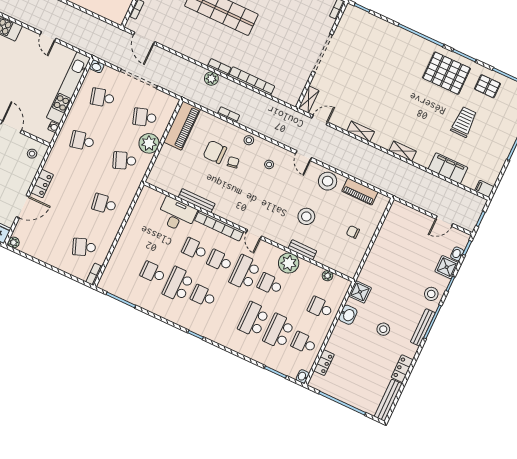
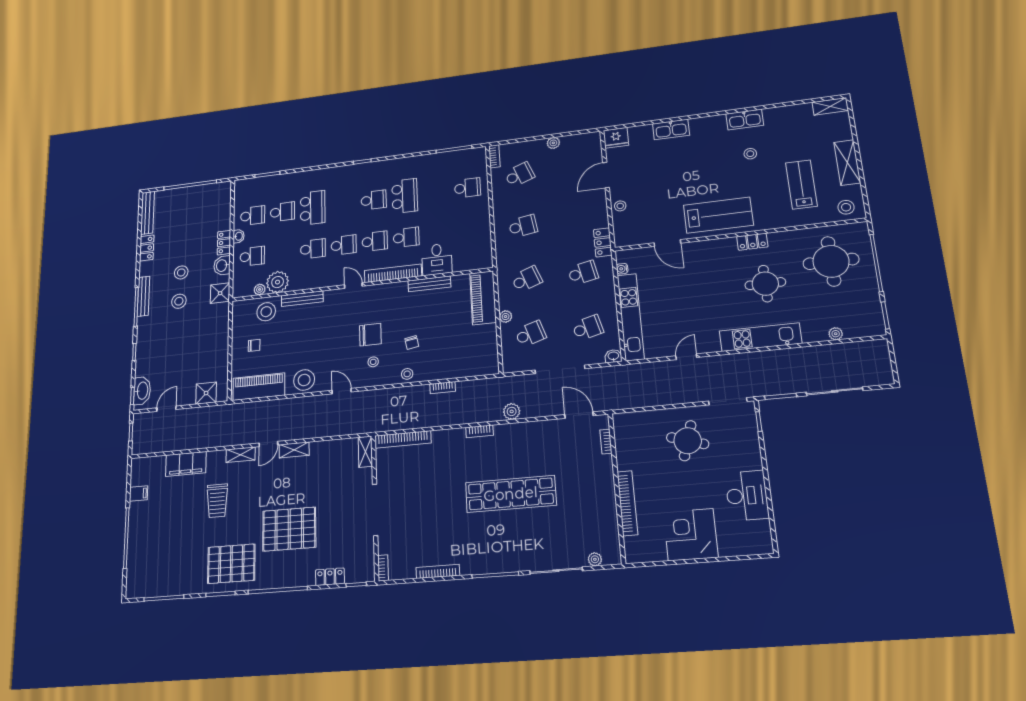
locker: (378, 24) -> (330, 577), added
door: (48, 36) -> (686, 357), hinge flipped
plant: (211, 79) -> (512, 411), moved
bookcase: (252, 81) -> (403, 439), moved
pallet: (487, 86) -> (289, 529), moved, width x2.05, depth x2.00
door: (320, 120) -> (268, 444), moved
trolley: (464, 122) -> (217, 501), moved
piano: (182, 126) -> (483, 298), moved
plant: (149, 143) -> (506, 317), width x0.53, depth x0.53
chair: (215, 152) -> (370, 335), moved
stool: (32, 154) -> (620, 206), moved
locker: (42, 184) -> (603, 242), moved
filing cabinet: (484, 189) -> (138, 494), moved
piano: (360, 192) -> (259, 387), width x1.37, depth x1.33
desk: (177, 215) -> (437, 259), width x0.73
stool: (306, 216) -> (266, 312), moved
plant: (14, 242) -> (553, 143), moved
bench: (302, 250) -> (302, 299), width x1.36
washbasin: (457, 254) -> (142, 391), width x1.91, depth x1.45
plant: (289, 263) -> (278, 282), moved
shower: (447, 267) -> (206, 393), moved
school desk: (245, 272) -> (344, 245), width x0.54
school desk: (153, 273) -> (468, 188), moved
stool: (431, 294) -> (179, 301), moved
school desk: (279, 331) -> (283, 212), width x0.54
locker: (324, 363) -> (224, 243), moved
washbasin: (303, 376) -> (239, 236), moved

